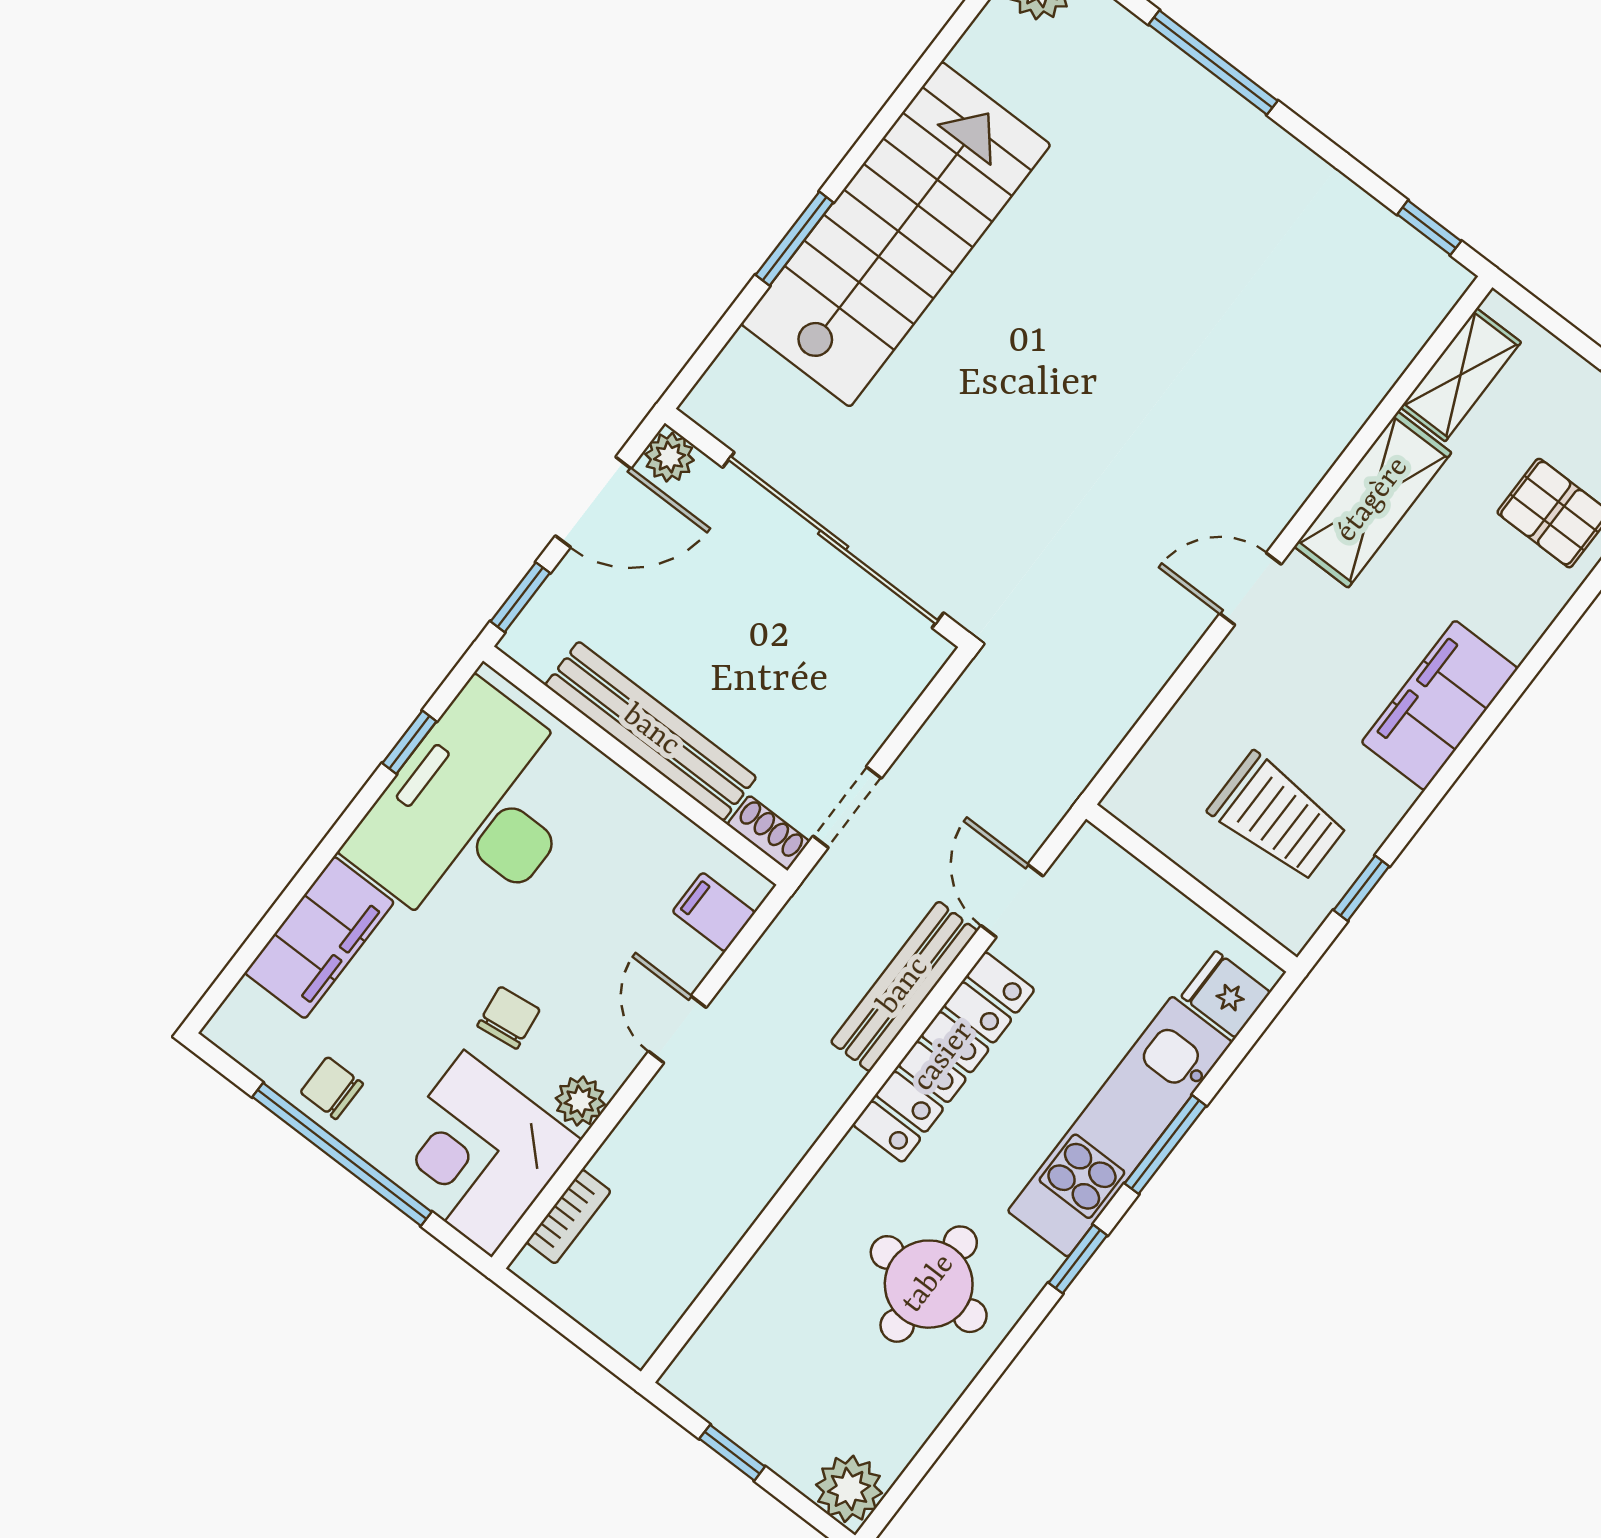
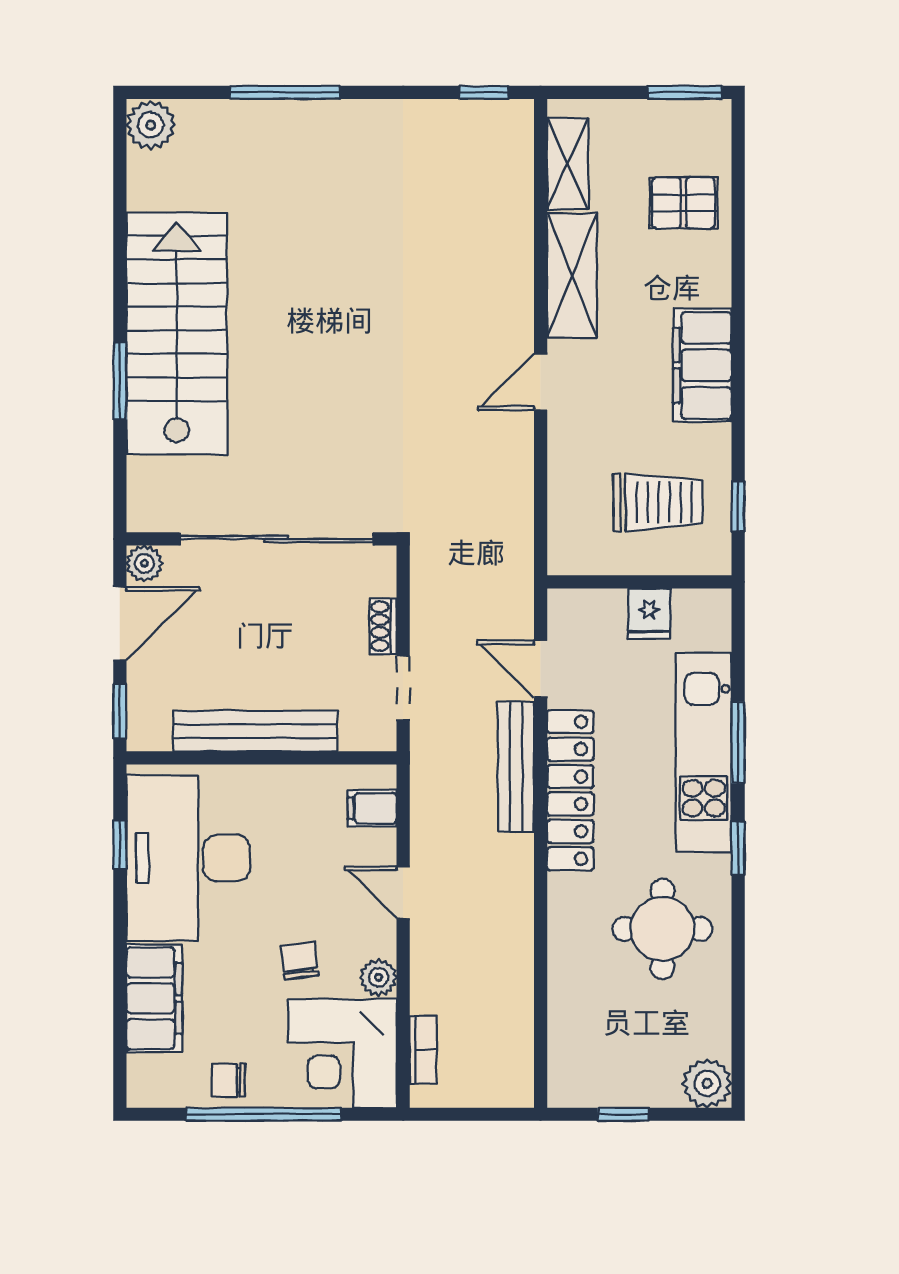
shoe rack: (768, 833) -> (383, 626), moved, turned -90
fridge: (1226, 994) -> (649, 614), moved, turned -90

